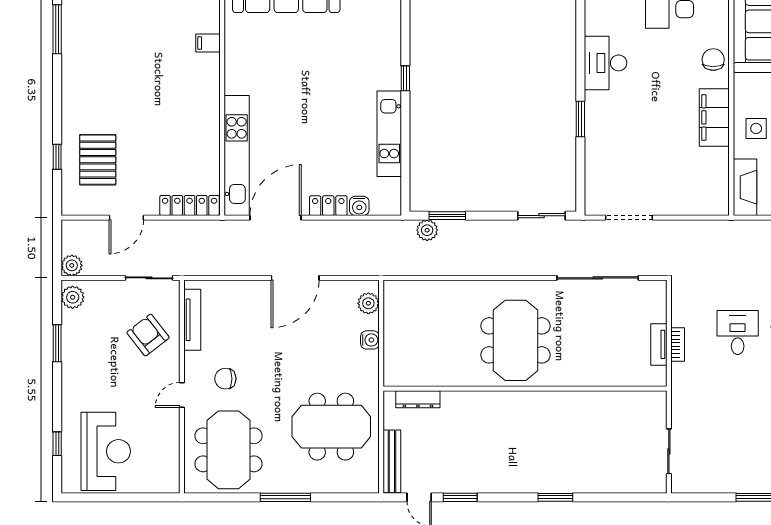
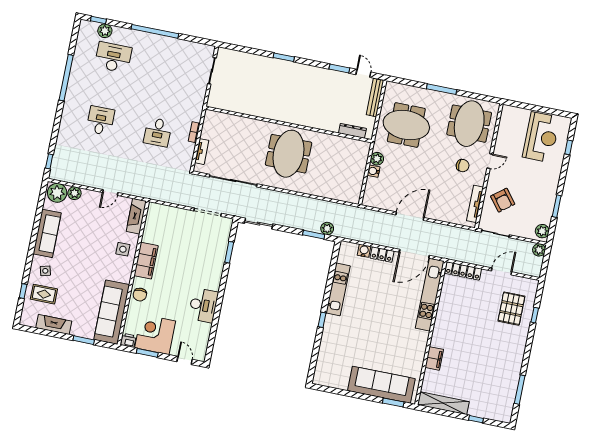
filing cabinet: (208, 43) -> (434, 358), width x2.00
window: (580, 119) -> (229, 252), moved
plant: (368, 303) -> (377, 159), moved
tv unit: (659, 344) -> (202, 152), moved
reception desk: (106, 451) -> (541, 137), turned 180

